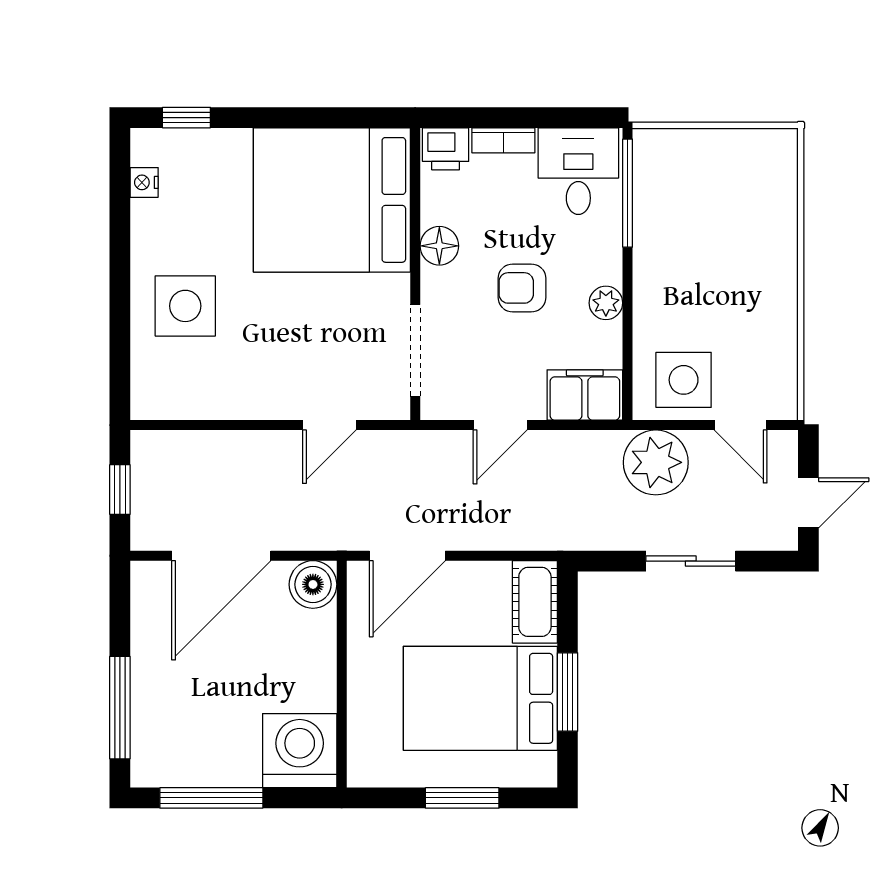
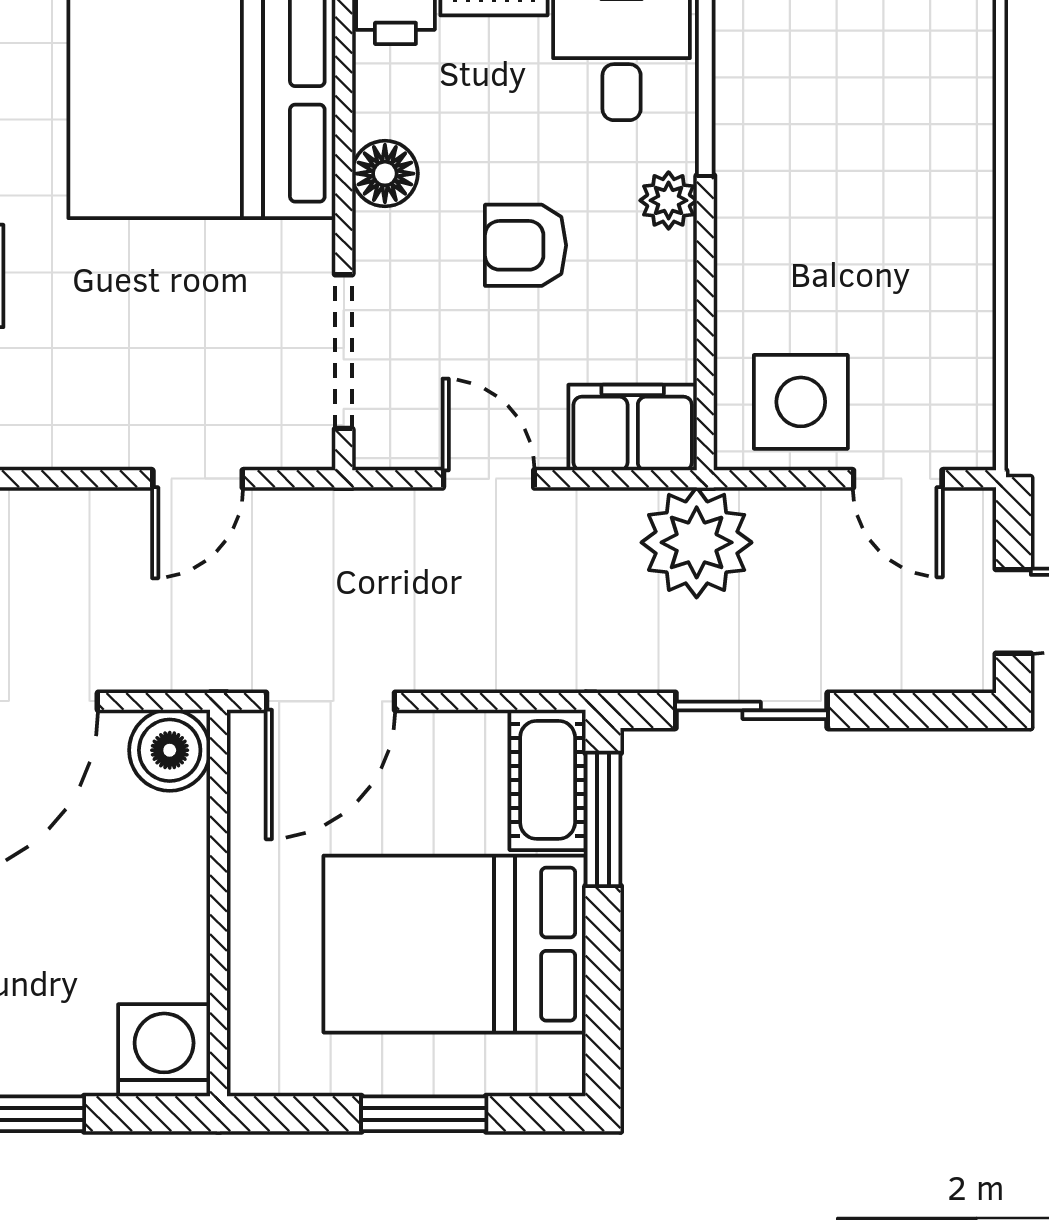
plant: (606, 303) -> (669, 200), moved
door: (500, 425) -> (489, 479), swing flipped
plant: (656, 462) -> (697, 542), moved
sliding door: (691, 561) -> (752, 710), moved
window: (567, 692) -> (603, 819), moved
washing machine: (300, 751) -> (164, 1050), width x0.73, depth x0.73

